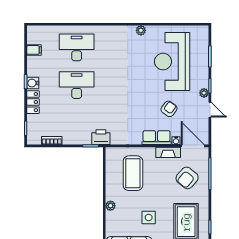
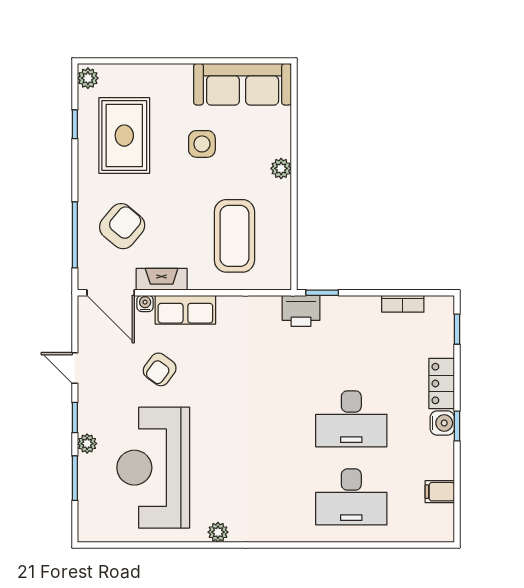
reception desk: (172, 62) -> (153, 468), turned 180
plant: (204, 93) -> (87, 444), moved

